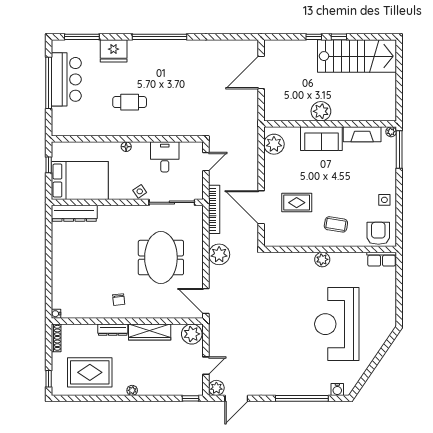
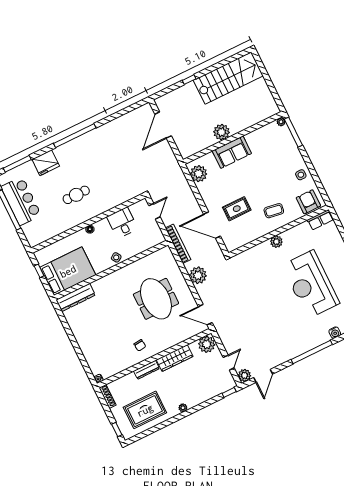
window: (339, 37) -> (208, 70), removed
fireplace: (362, 134) -> (260, 134), removed
sliding door: (172, 202) -> (144, 254), removed

